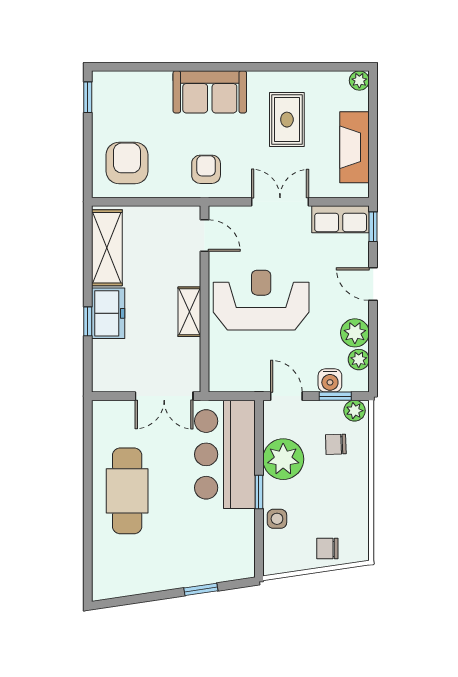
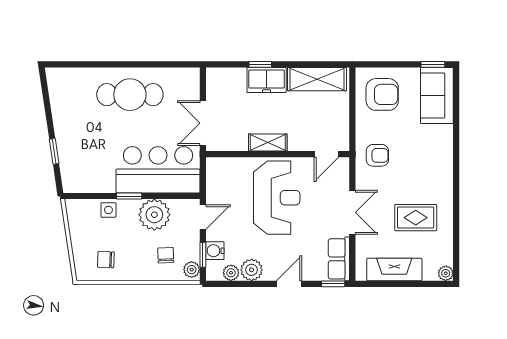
sofa: (210, 92) -> (437, 96), moved
chair: (327, 549) -> (106, 260), moved, turned -88

